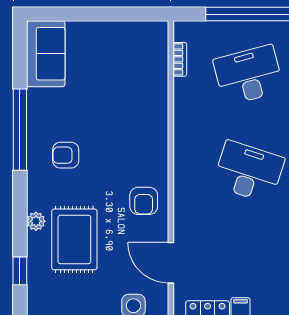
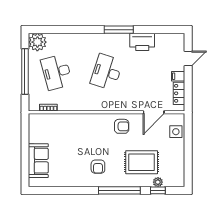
sofa: (46, 54) -> (38, 161), moved, turned 90
window: (20, 130) -> (119, 190), moved
plant: (36, 221) -> (158, 182), moved

